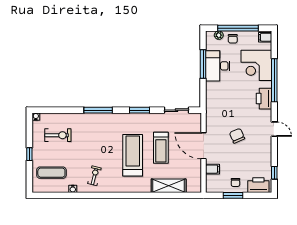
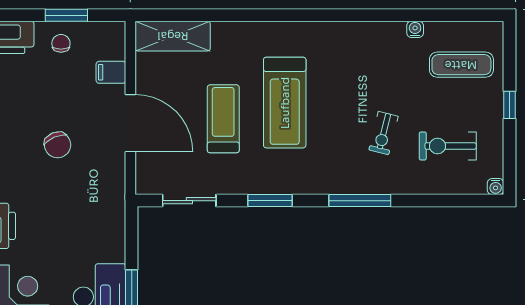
exercise bike: (94, 176) -> (383, 133), moved
shelving: (169, 186) -> (173, 36), moved

